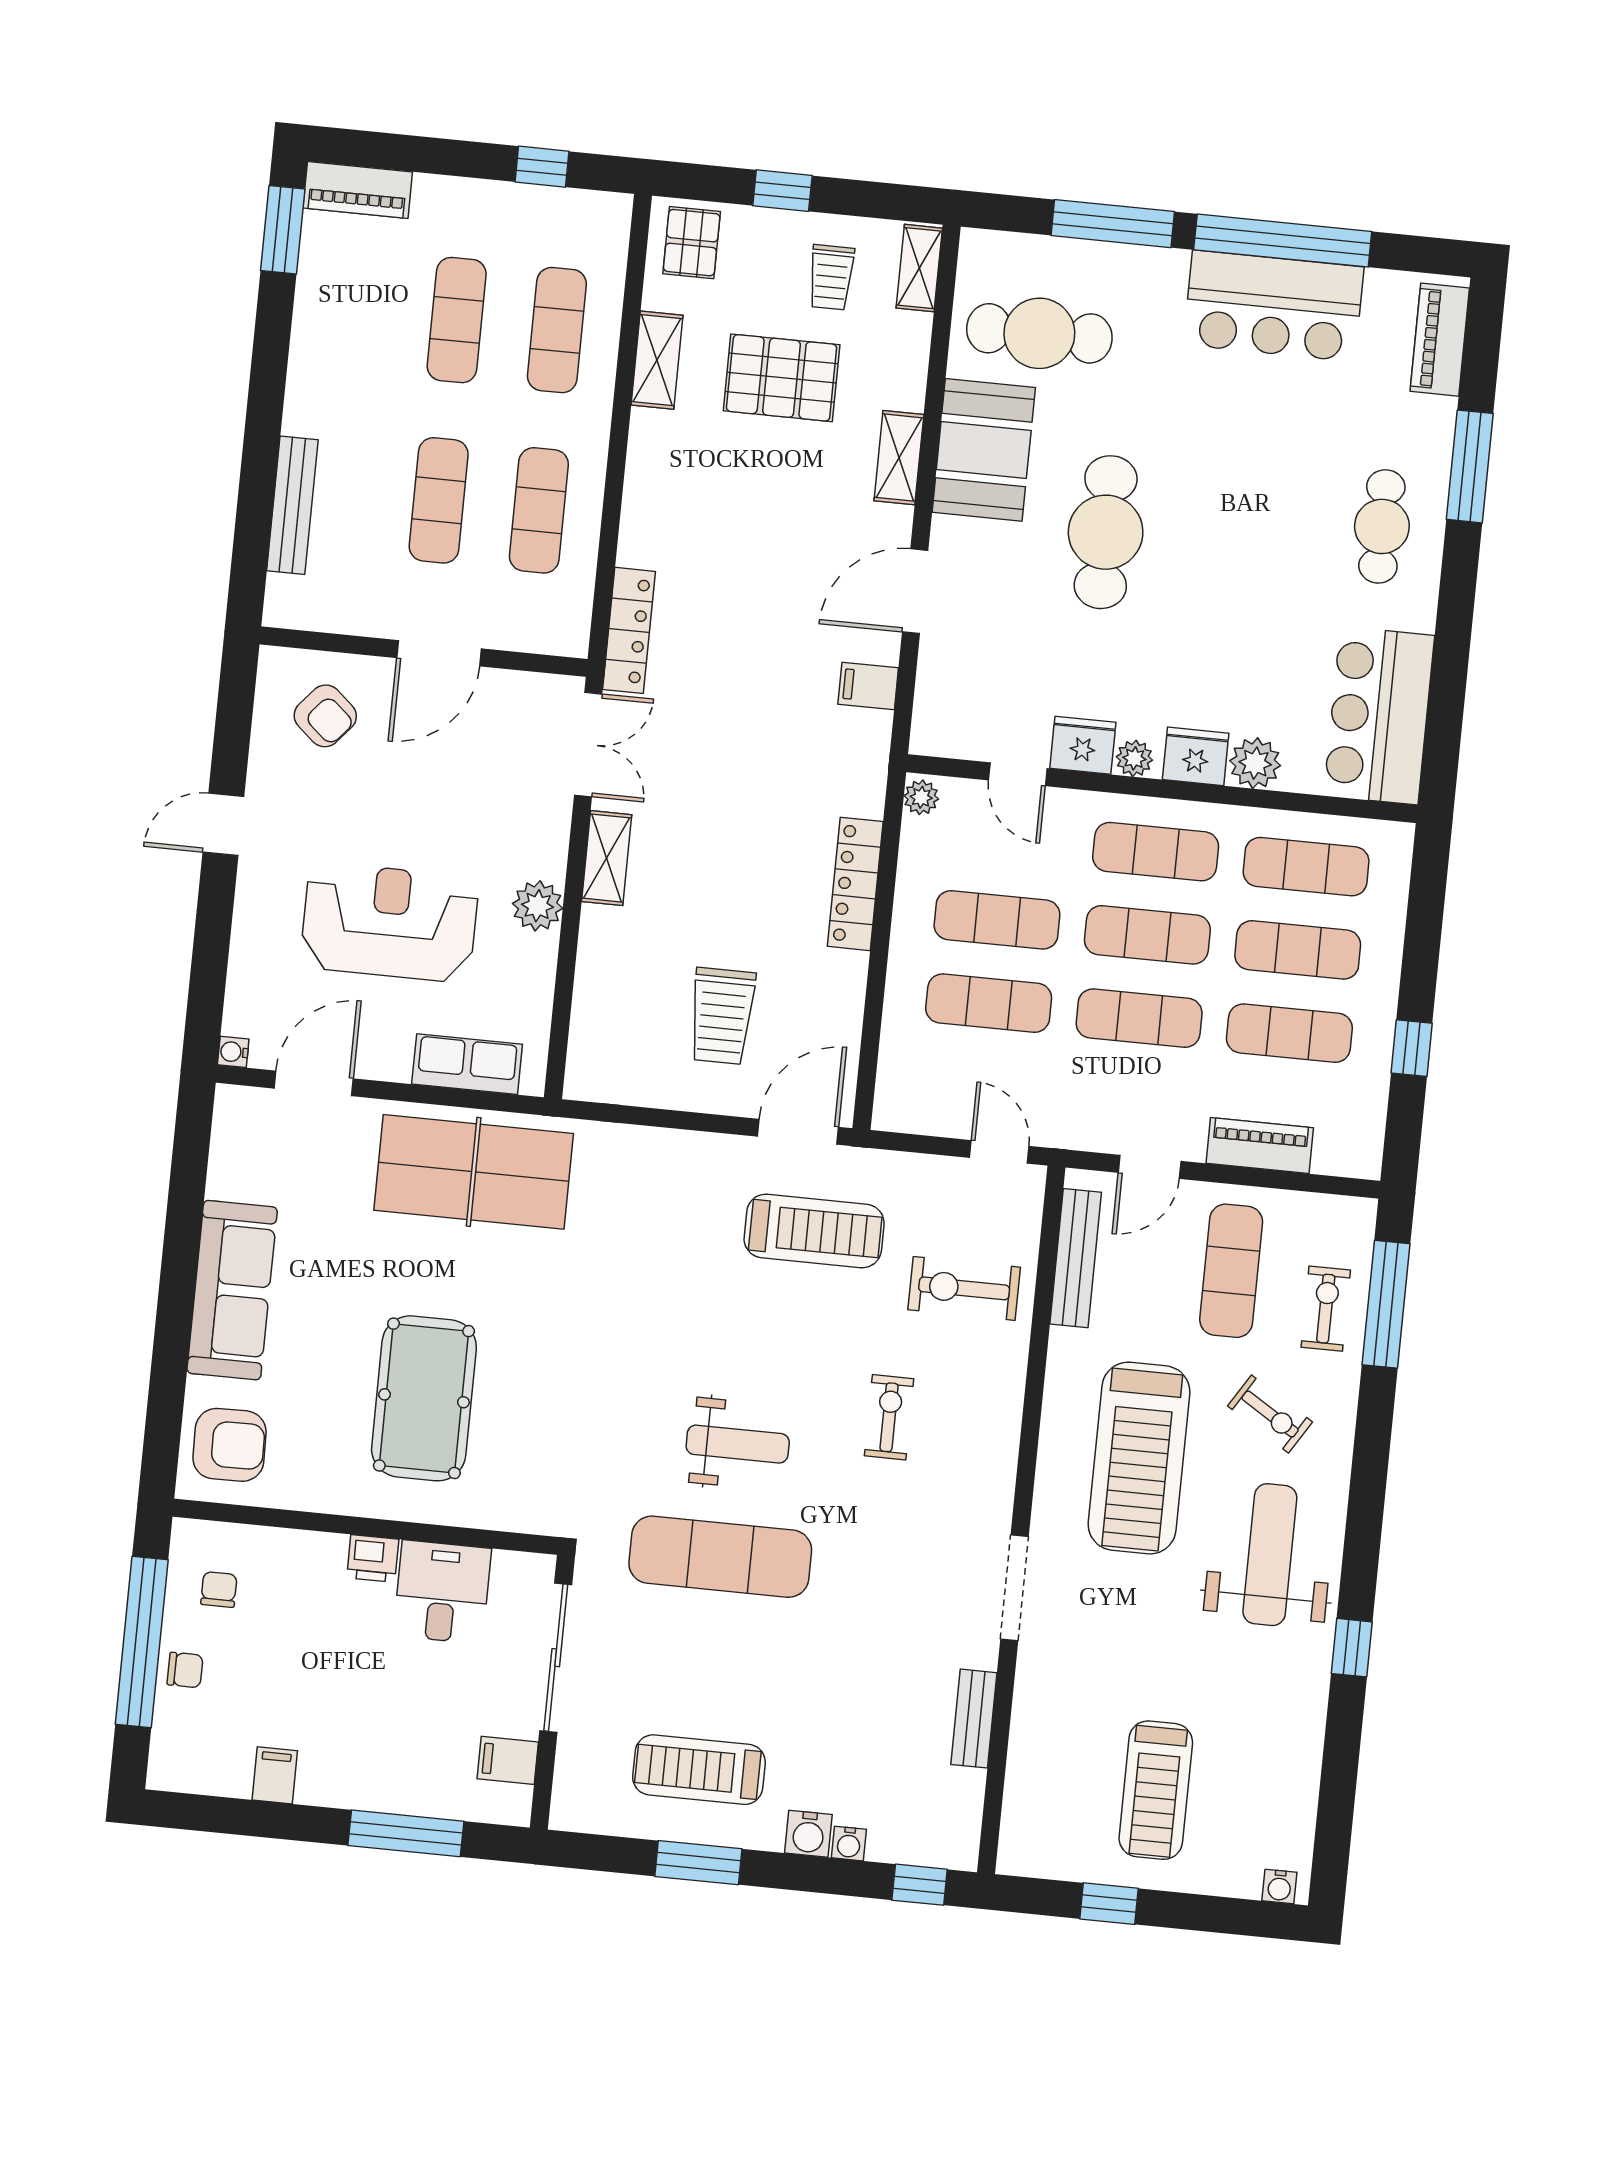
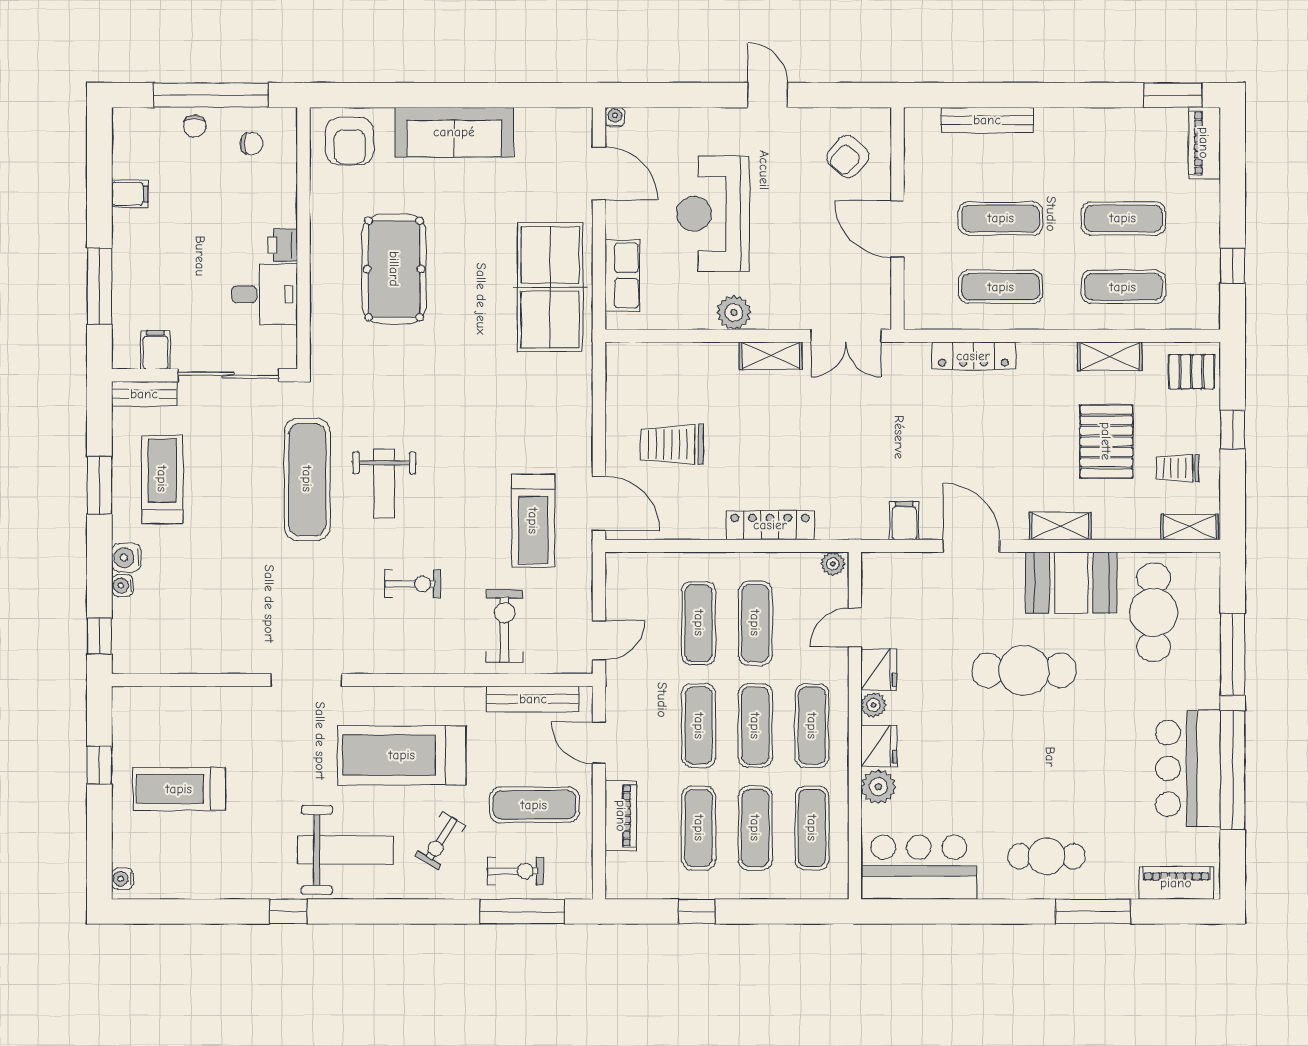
locker: (629, 630) -> (973, 356), moved
reception desk: (389, 922) -> (713, 214), turned 180
pool table: (424, 1398) -> (394, 269), turned 90
bench: (974, 1719) -> (144, 394), moved

